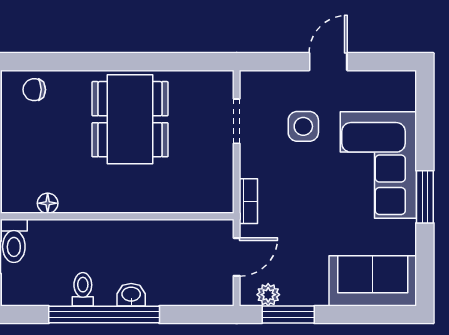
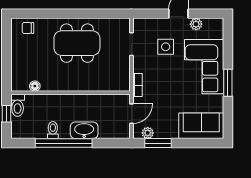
plant: (363, 82) -> (196, 24), added
dining table: (130, 119) -> (77, 43), turned 90
washbasin: (131, 295) -> (84, 130), width x1.91, depth x1.45

